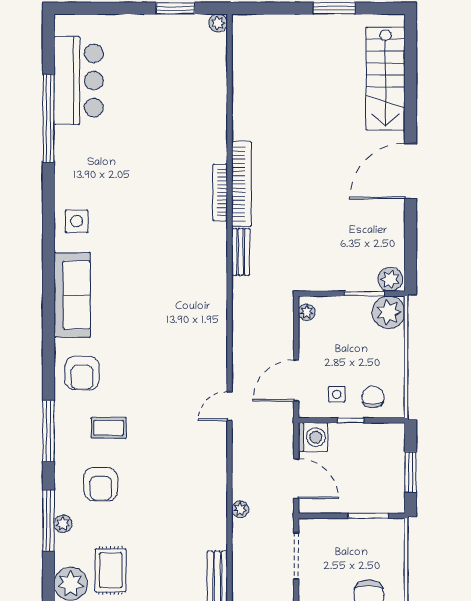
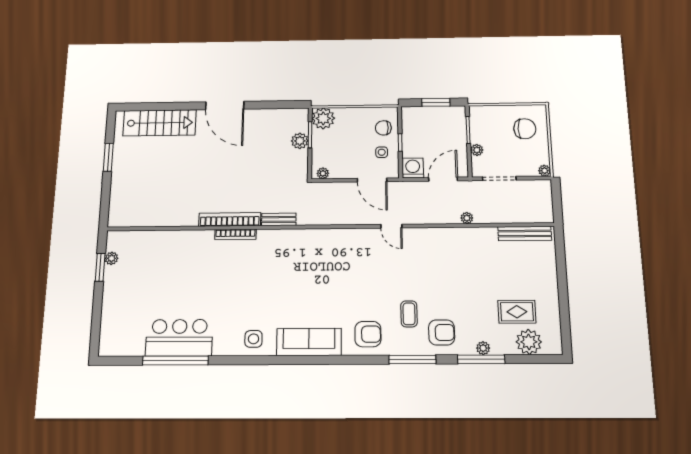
plant: (218, 23) -> (111, 258), moved
bar counter: (79, 80) -> (179, 338), moved
plant: (390, 279) -> (300, 141), moved
armchair: (101, 484) -> (442, 332), moved
plant: (338, 527) -> (477, 150), added

